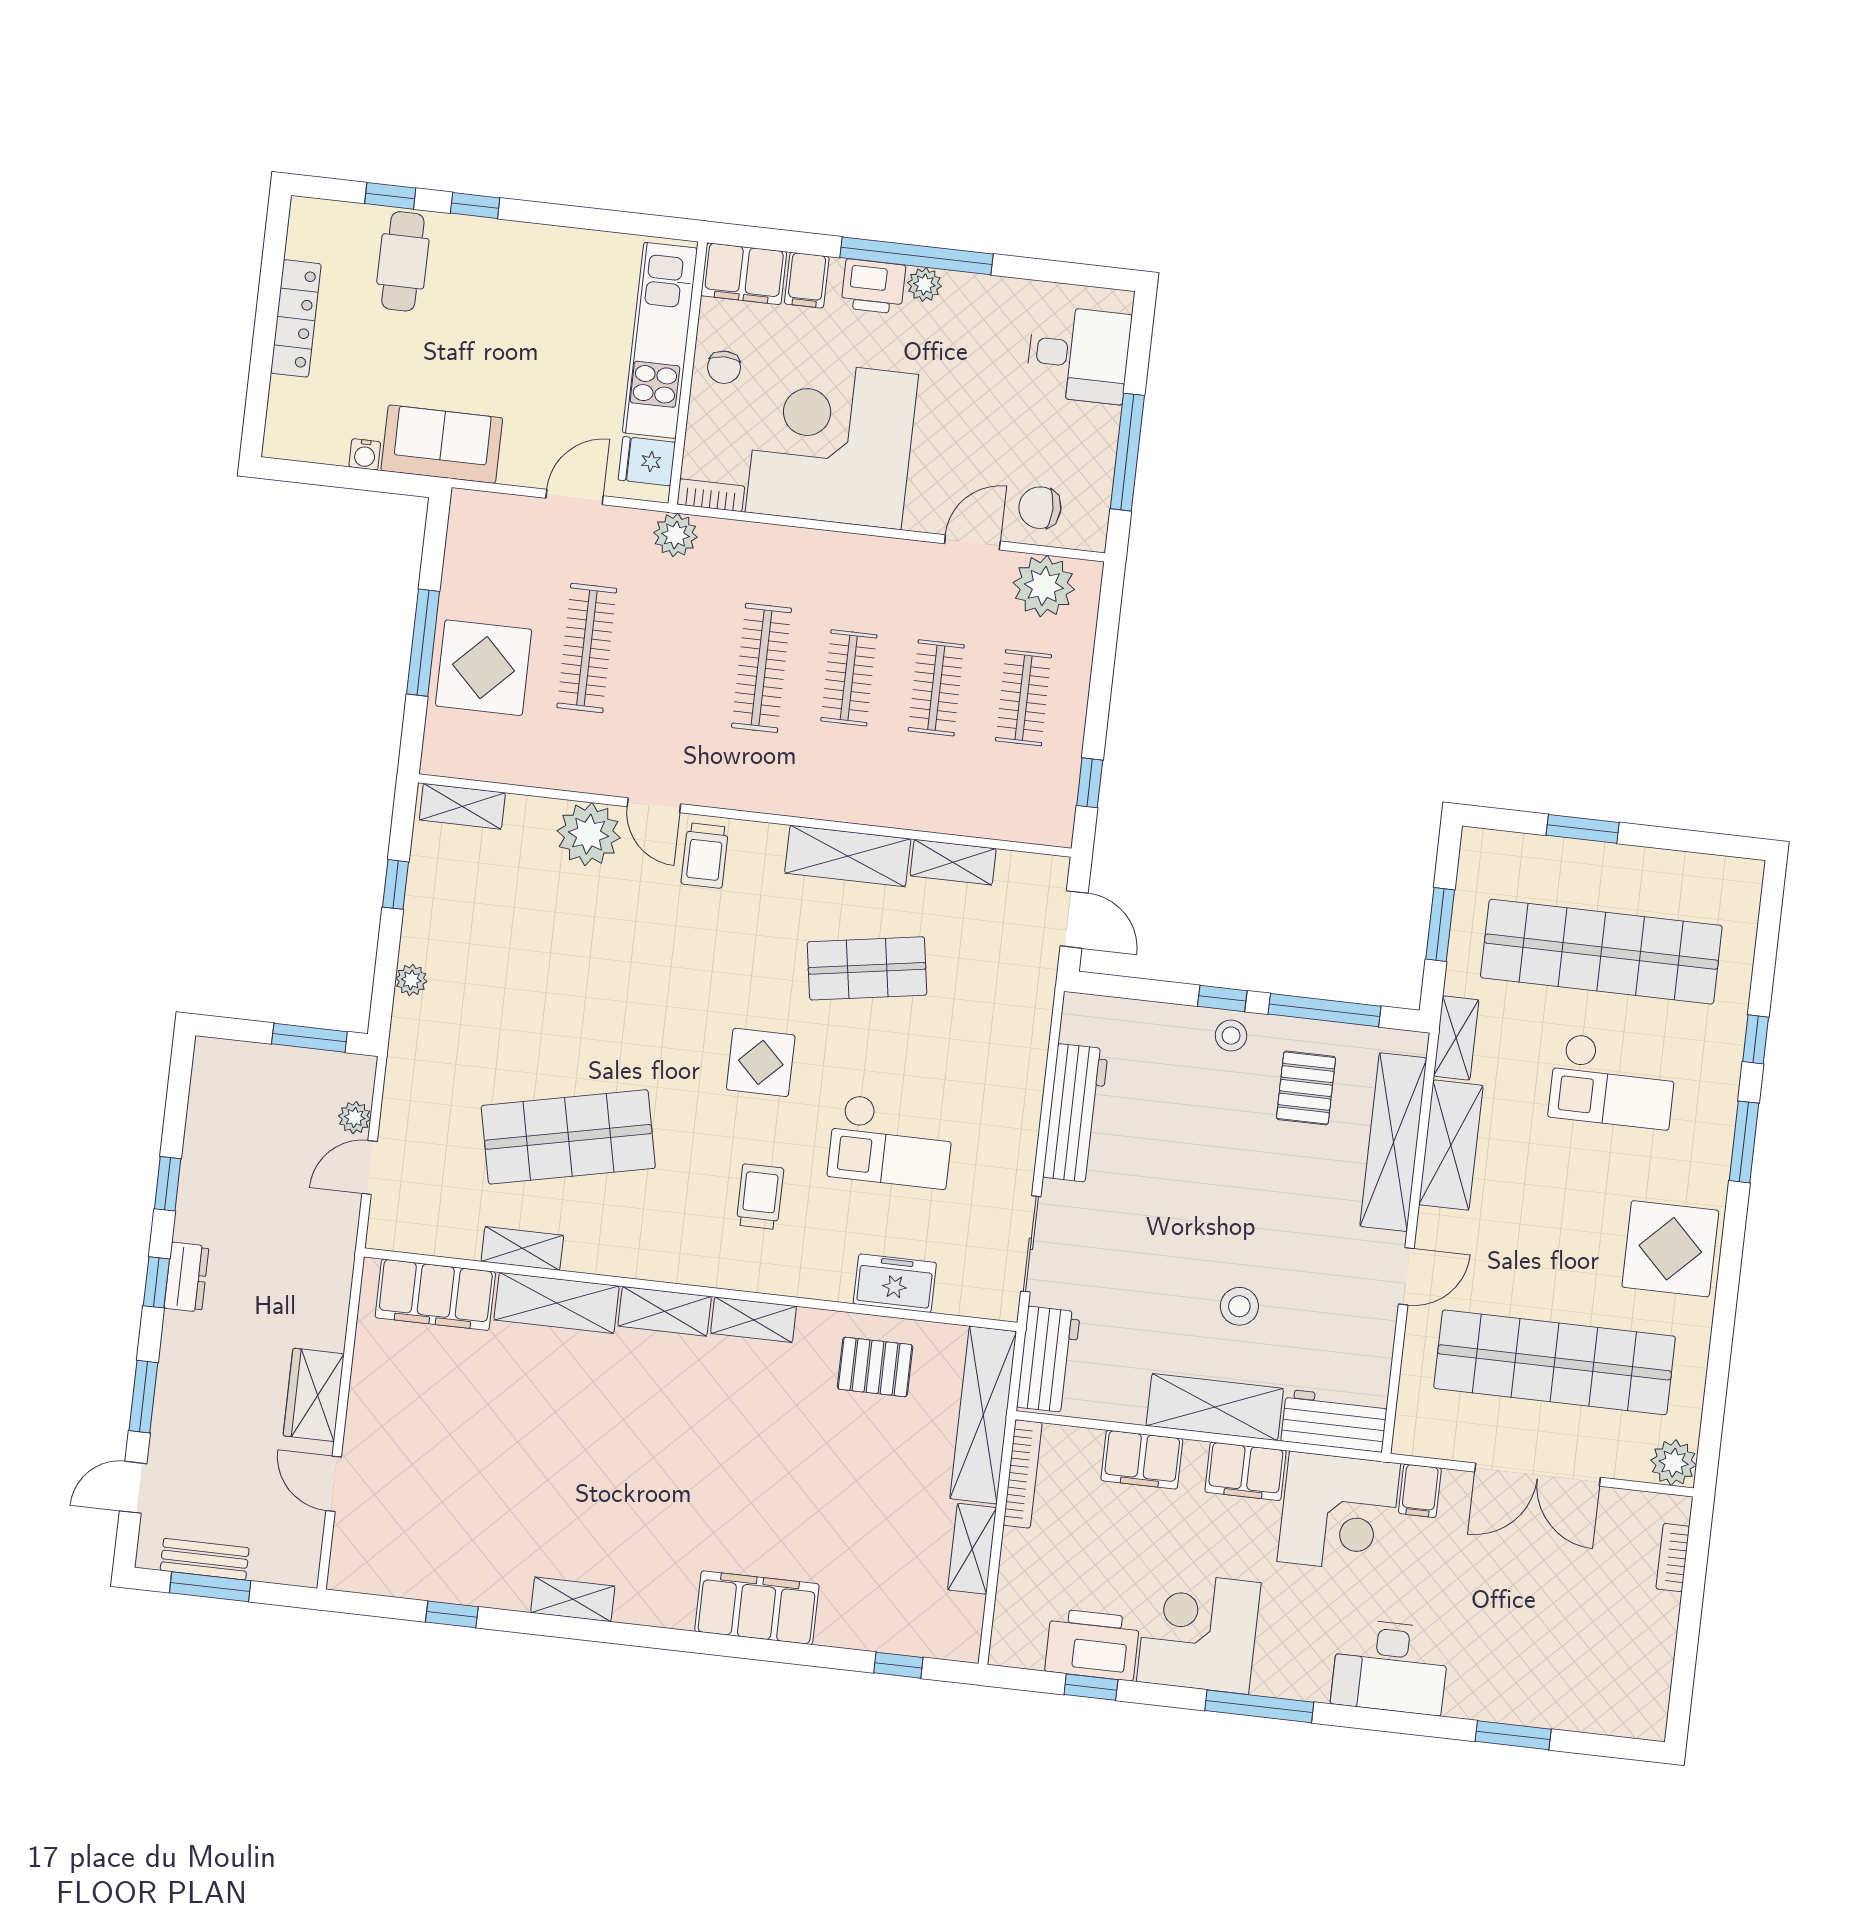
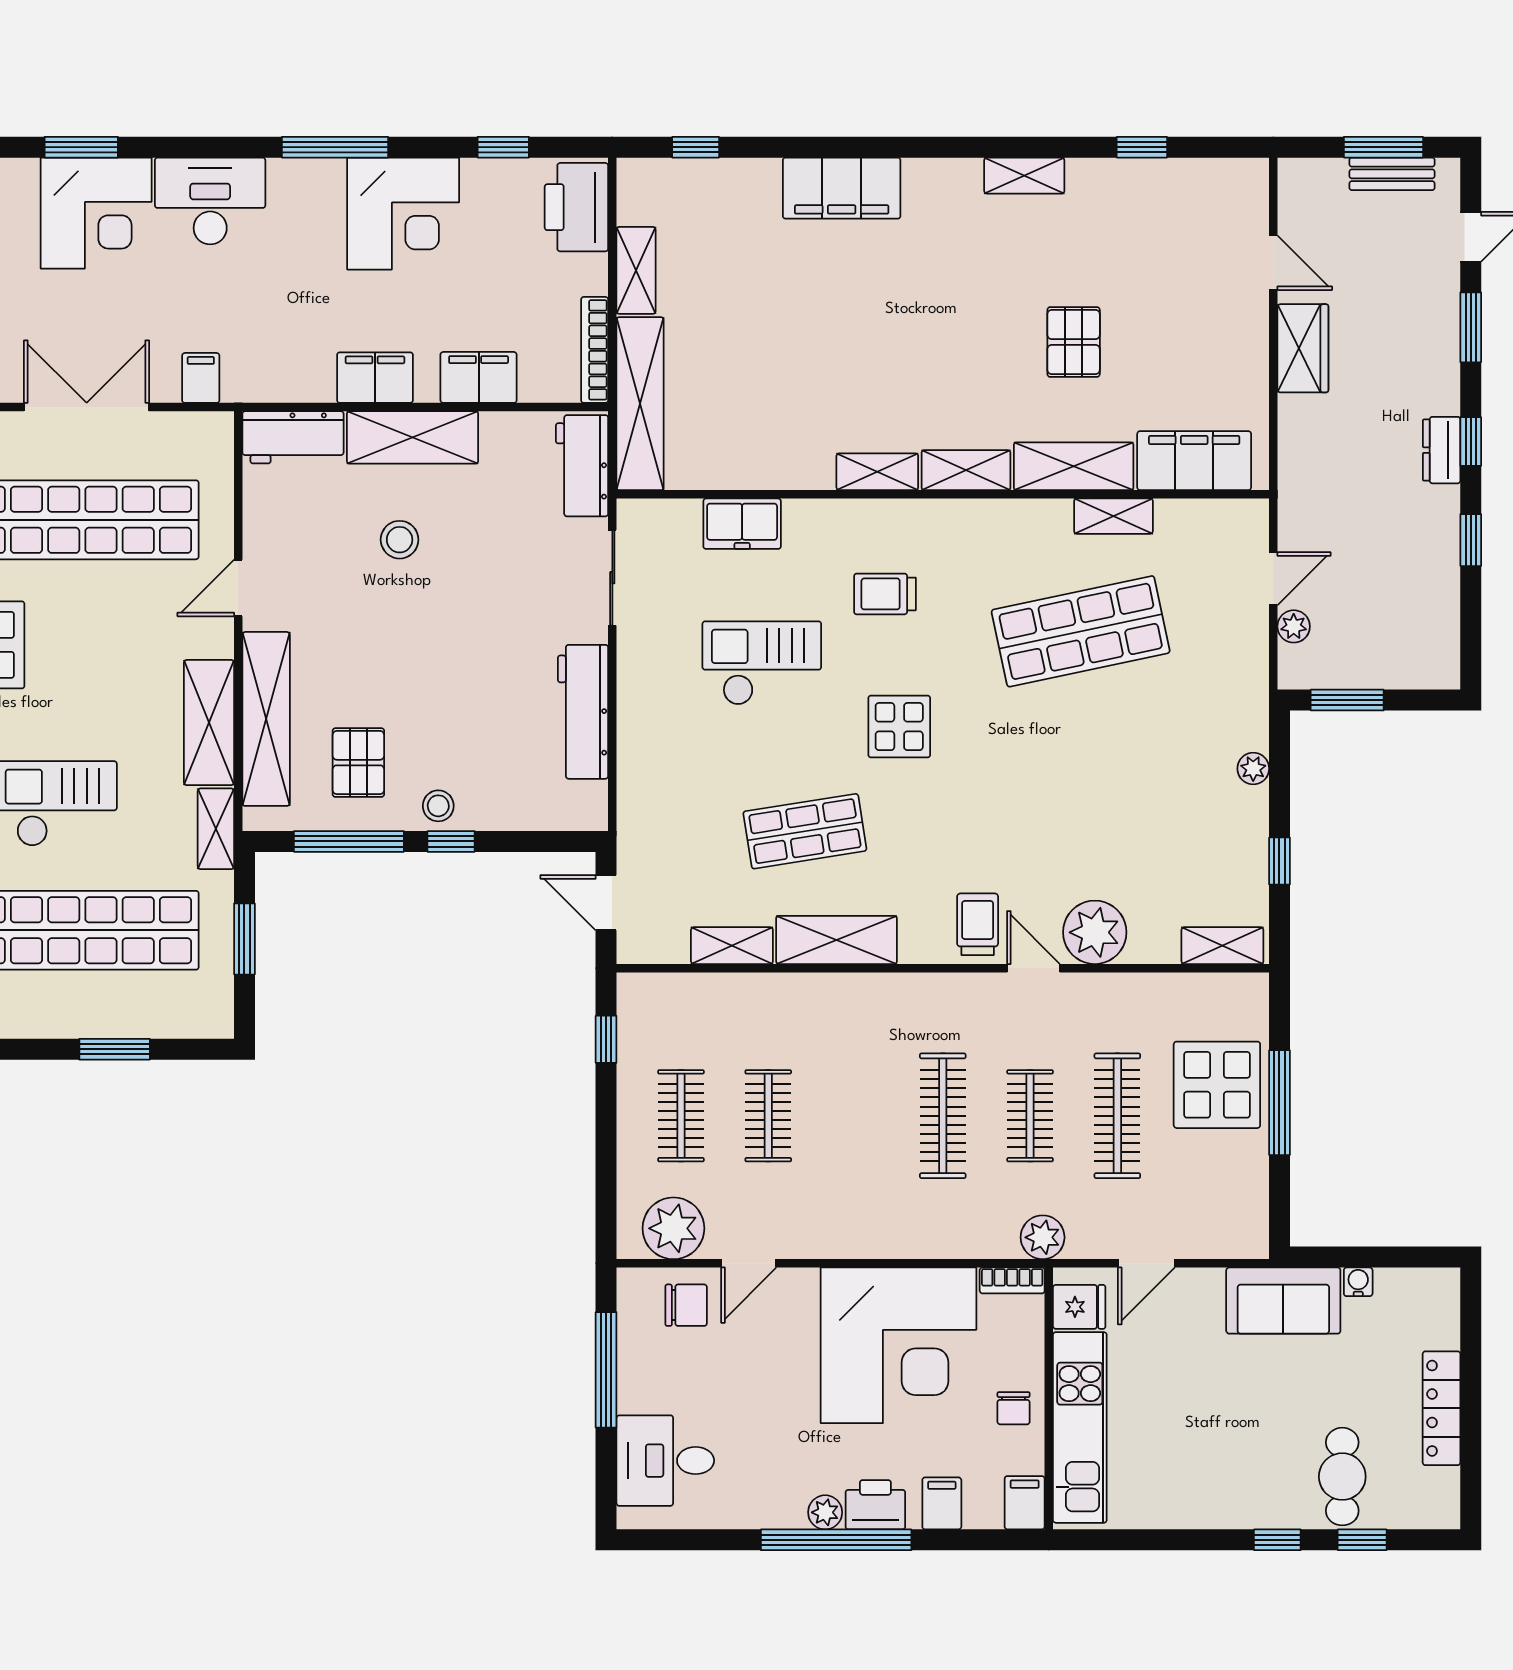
filing cabinet: (744, 274) -> (1025, 1503), width x0.50
chair: (724, 367) -> (1014, 1408), turned 180
clothes rail: (849, 678) -> (1030, 1116), moved
trolley: (760, 1197) -> (885, 594), turned 90
pallet: (875, 1367) -> (1074, 342), moved, turned 90
corner desk: (1339, 1513) -> (96, 213), moved, turned 180
printer: (1092, 1645) -> (576, 207), moved, turned 90

